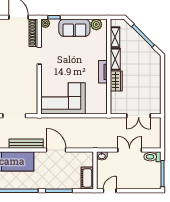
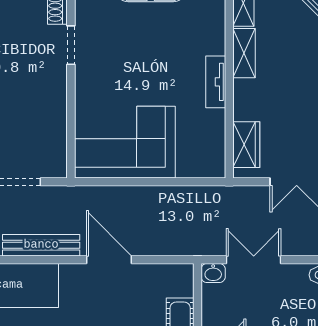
wardrobe: (116, 81) -> (246, 145), moved
double door: (130, 150) -> (254, 260), moved

